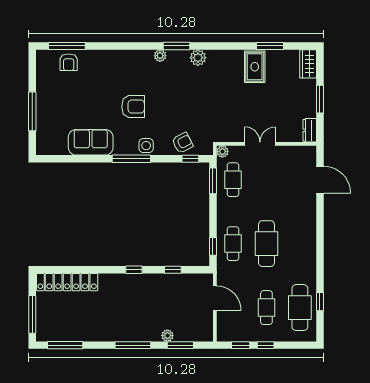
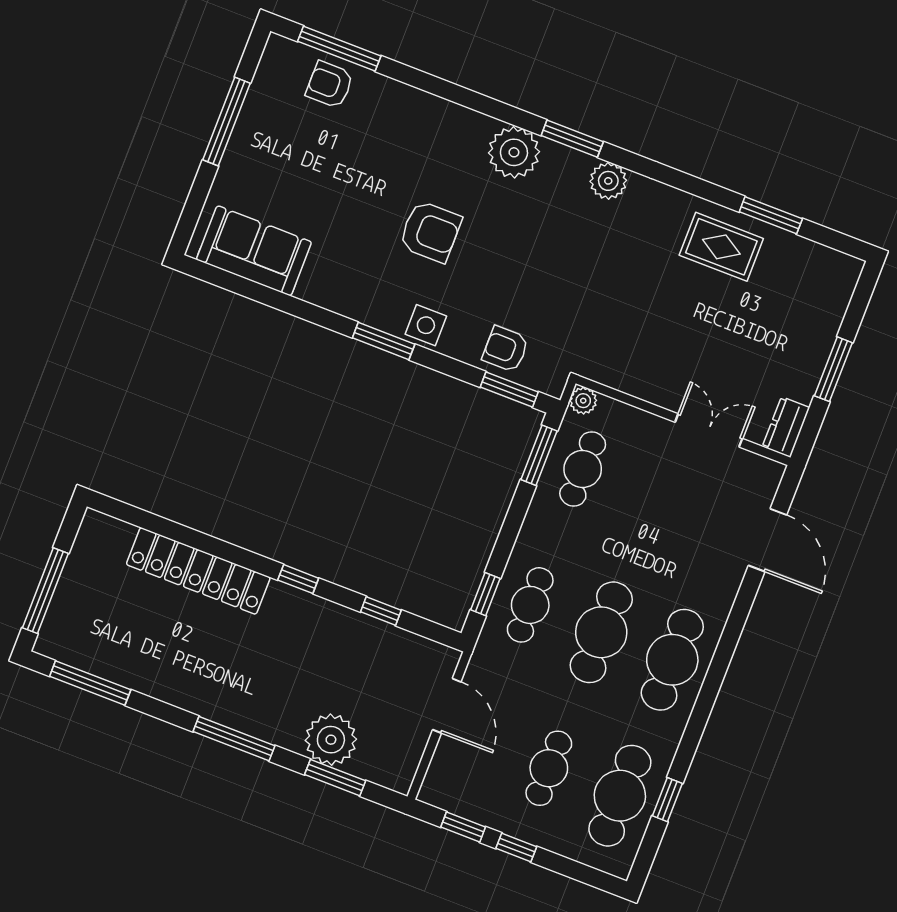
plant: (160, 56) -> (514, 152), width x1.88, depth x1.88
armchair: (69, 62) -> (330, 85), turned 90
wardrobe: (308, 64) -> (837, 284), removed
rug: (255, 67) -> (721, 247), turned 90
window: (32, 111) -> (226, 121), moved
sofa: (91, 142) -> (254, 251), moved
armchair: (182, 143) -> (506, 349), turned -153
double door: (260, 144) -> (709, 430), moved
window: (131, 159) -> (384, 341), width x0.69
window: (190, 159) -> (509, 390), width x1.50
cafe table: (300, 244) -> (672, 660), added
locker: (67, 282) -> (198, 571), moved
plant: (167, 336) -> (331, 740), width x1.88, depth x1.88

